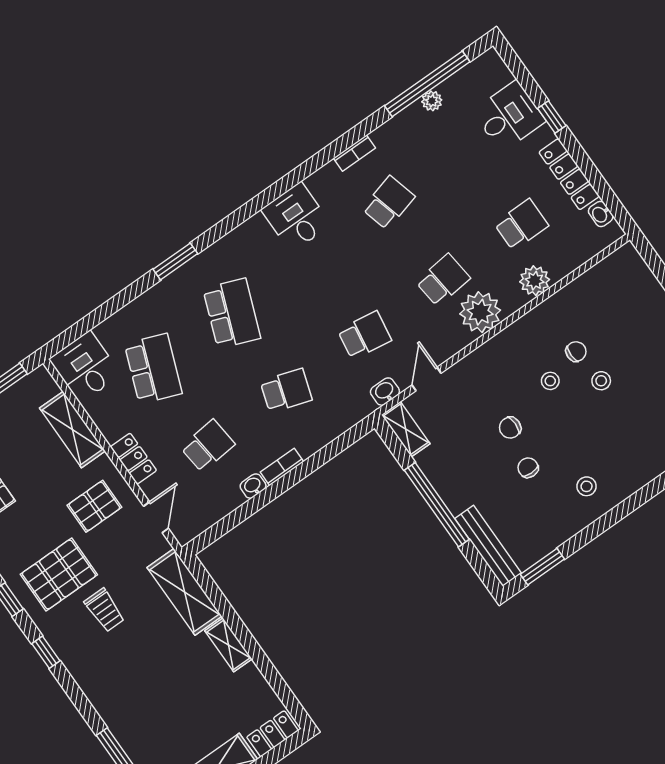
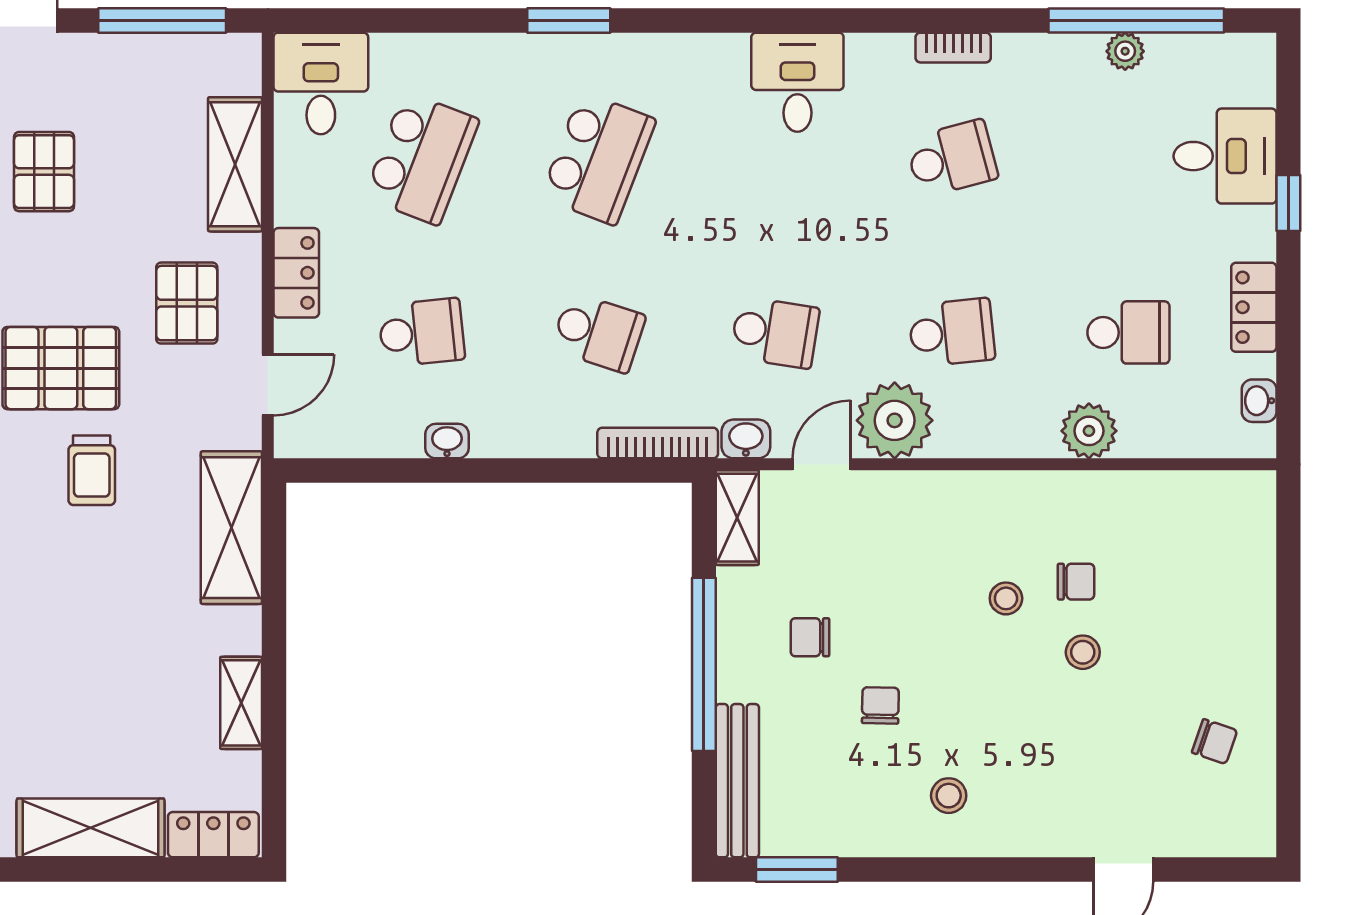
locker: (569, 174) -> (1254, 307), width x0.66
plant: (480, 312) -> (895, 420), moved
chair: (510, 428) -> (810, 637), moved
bookcase: (282, 467) -> (658, 443), moved, width x1.56
pallet: (94, 506) -> (187, 303), turned 90
shelving: (228, 645) -> (241, 703), moved

